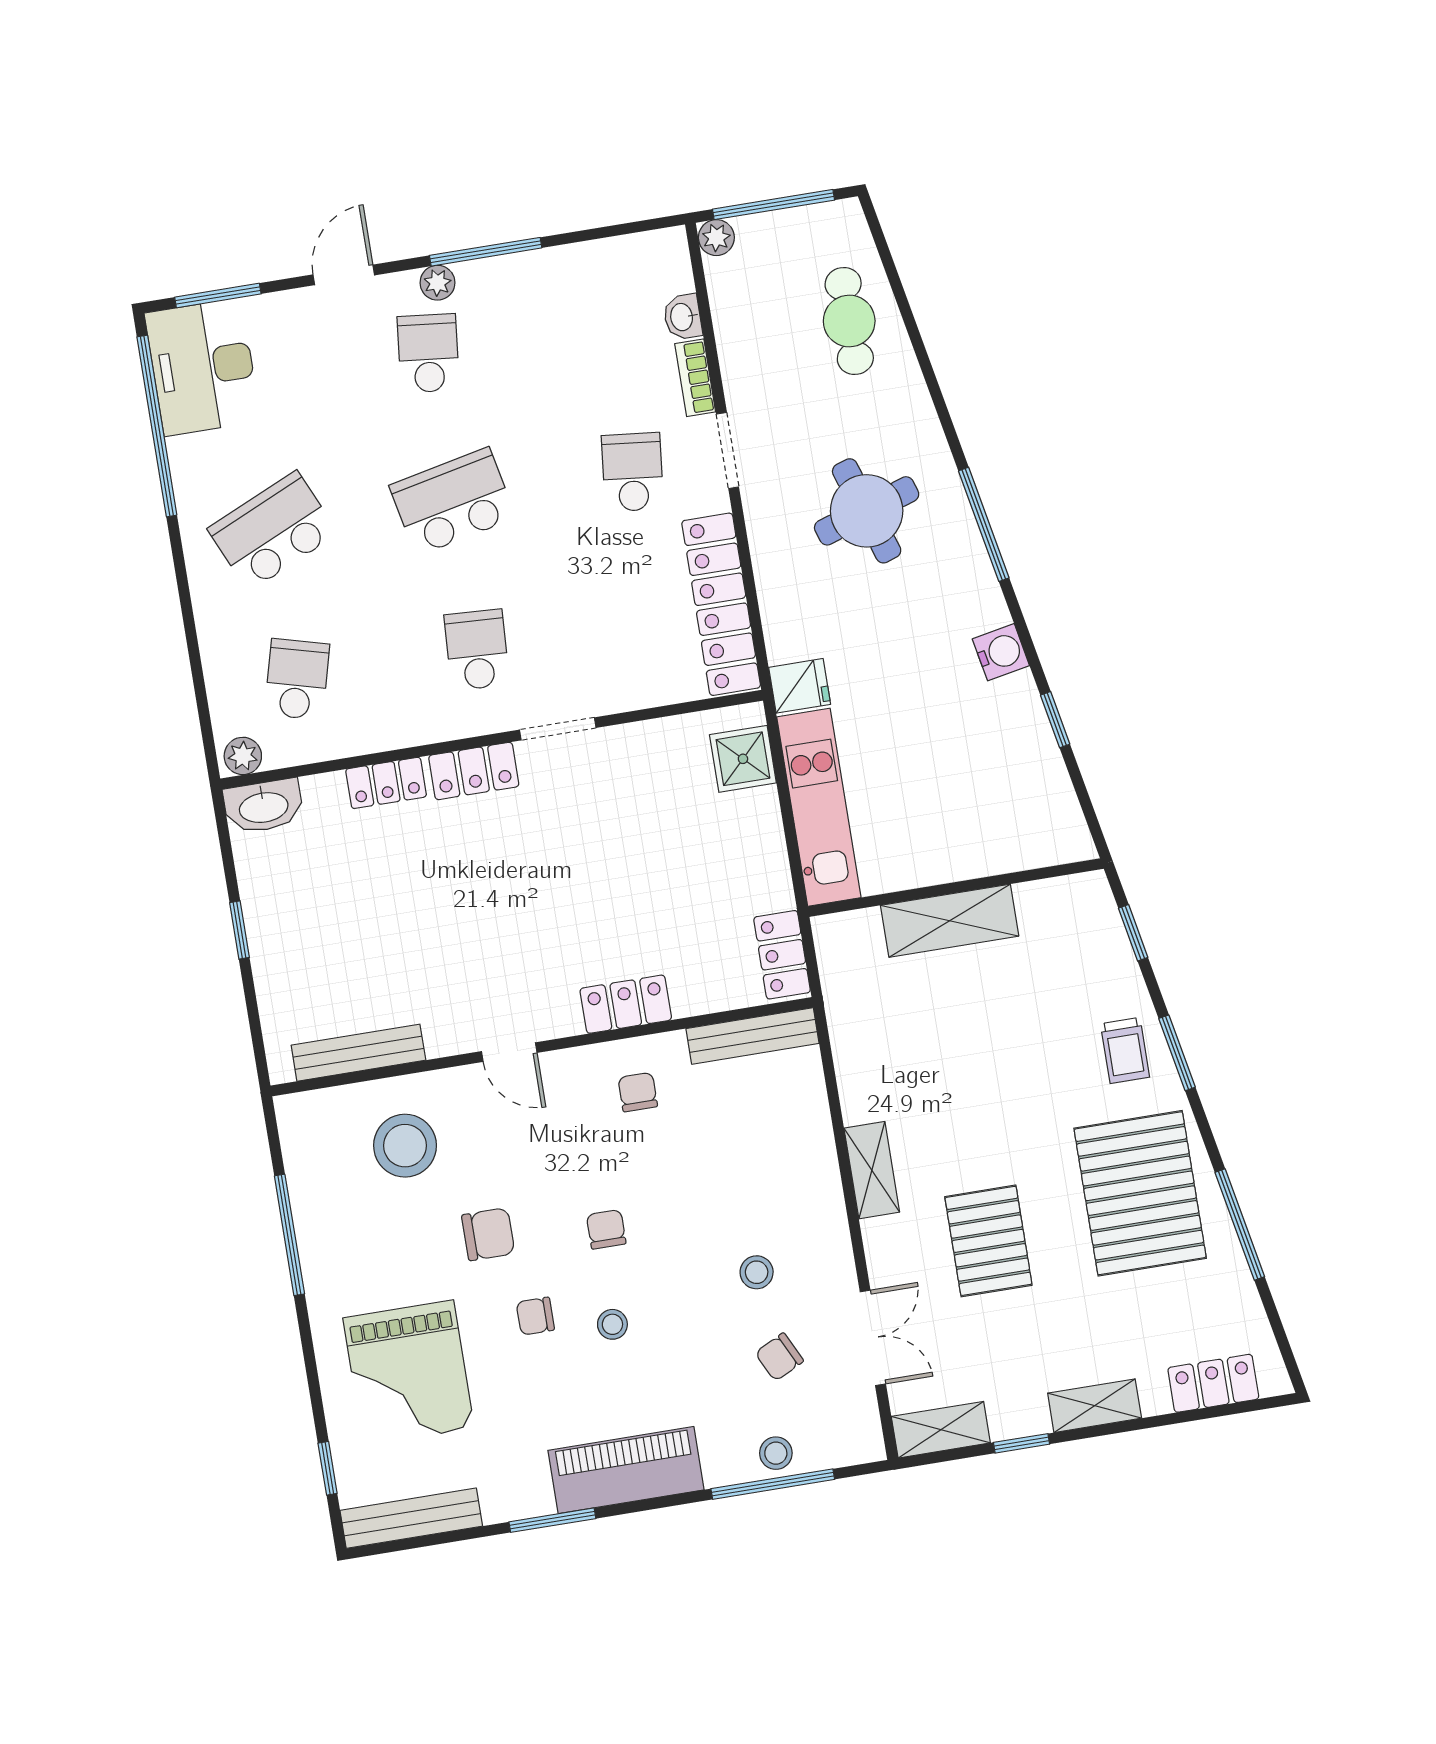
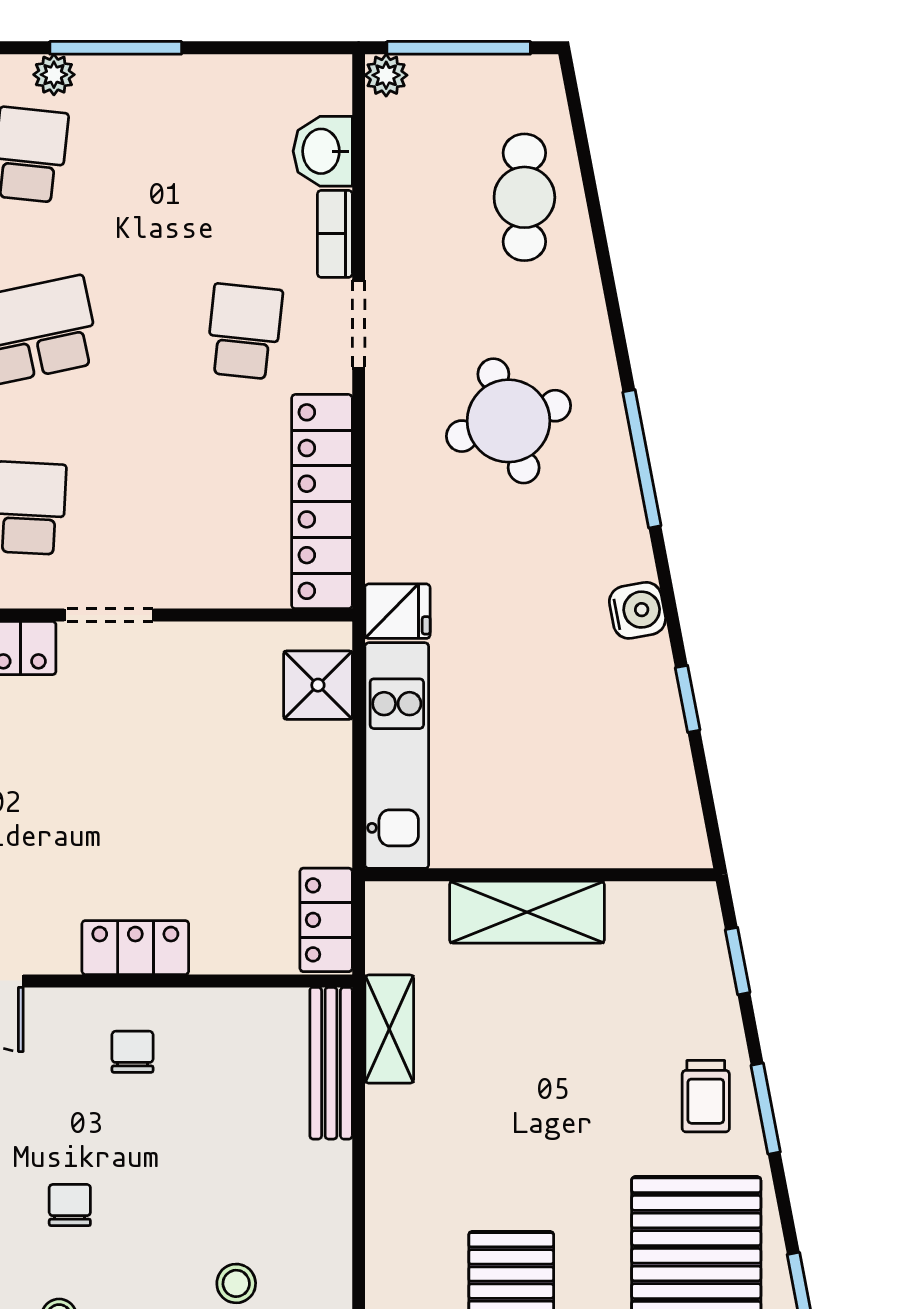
washbasin: (683, 317) -> (323, 151), width x1.38, depth x1.45
bench: (753, 1036) -> (331, 1063), moved, turned 90
shelving: (872, 1170) -> (389, 1029), moved

